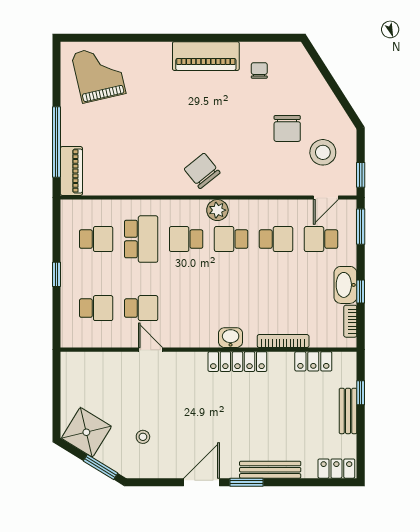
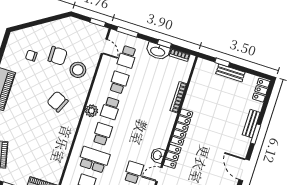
chair: (259, 70) -> (31, 56), moved
stool: (323, 152) -> (78, 70), moved
chair: (202, 171) -> (58, 102), moved, turned 63
school desk: (186, 239) -> (102, 134), turned 180
washbasin: (231, 338) -> (158, 155), moved
locker: (313, 361) -> (172, 156), moved
bench: (270, 470) -> (251, 124), width x0.73
window: (246, 482) -> (256, 134), moved

